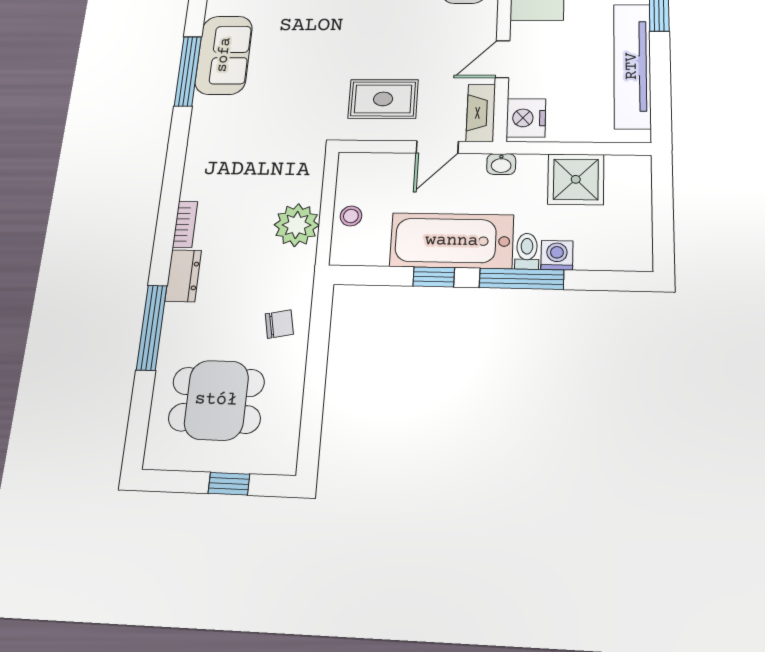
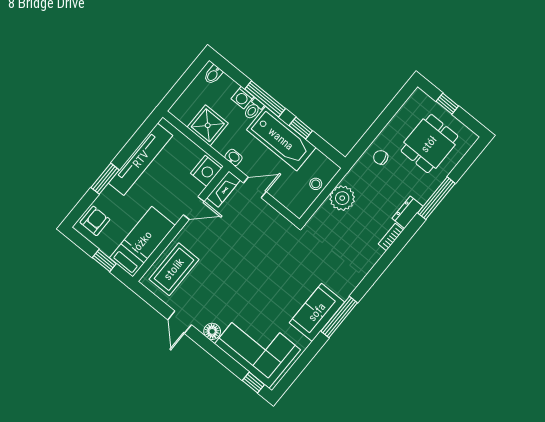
rug: (383, 99) -> (261, 231), removed
bidet: (629, 255) -> (213, 75), added
dining table: (216, 400) -> (429, 144), turned 90

